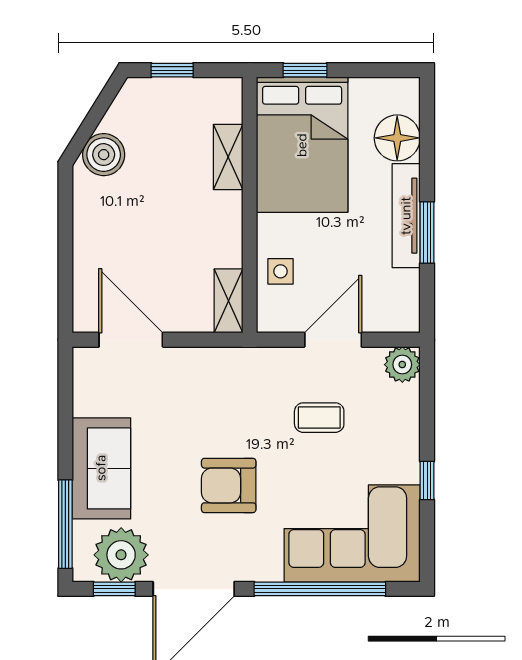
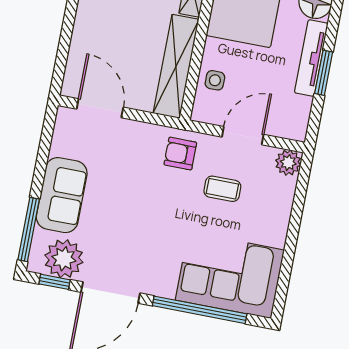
shelving: (228, 301) -> (176, 66), width x2.20, depth x1.33
window: (427, 481) -> (290, 248), removed
armchair: (229, 485) -> (180, 154), moved, width x0.72, depth x0.72

